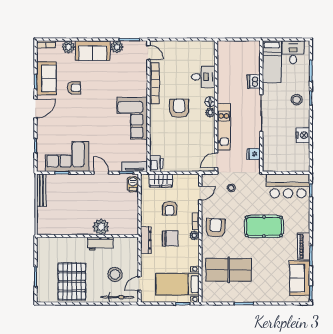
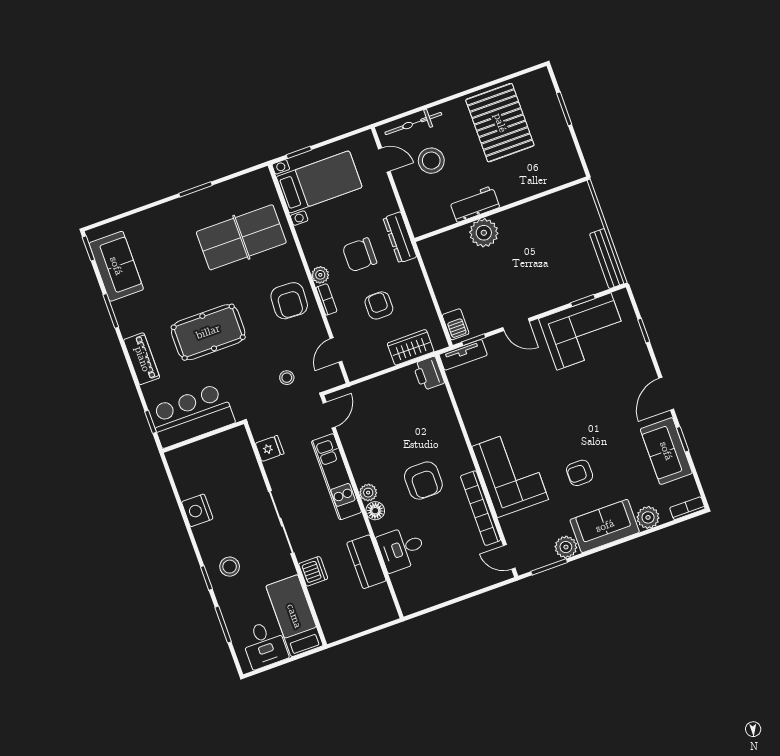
kitchen counter: (224, 77) -> (366, 562), added
armchair: (74, 88) -> (580, 473), moved
corner sofa: (132, 118) -> (510, 473), moved
piano: (304, 246) -> (142, 359), moved
door: (139, 284) -> (384, 160), hinge flipped

